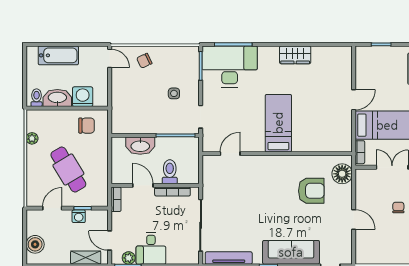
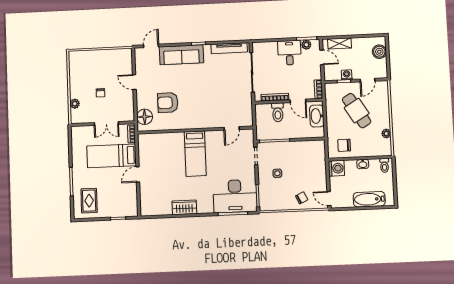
washing machine: (83, 97) -> (336, 168), moved, turned -90
washbasin: (57, 98) -> (363, 164), width x0.52, depth x0.69
washbasin: (140, 146) -> (317, 116), moved, turned -90

